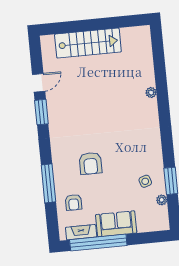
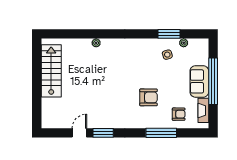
stairs: (88, 43) -> (51, 71), moved
door: (39, 83) -> (79, 133), hinge flipped
window: (98, 243) -> (213, 81), moved

